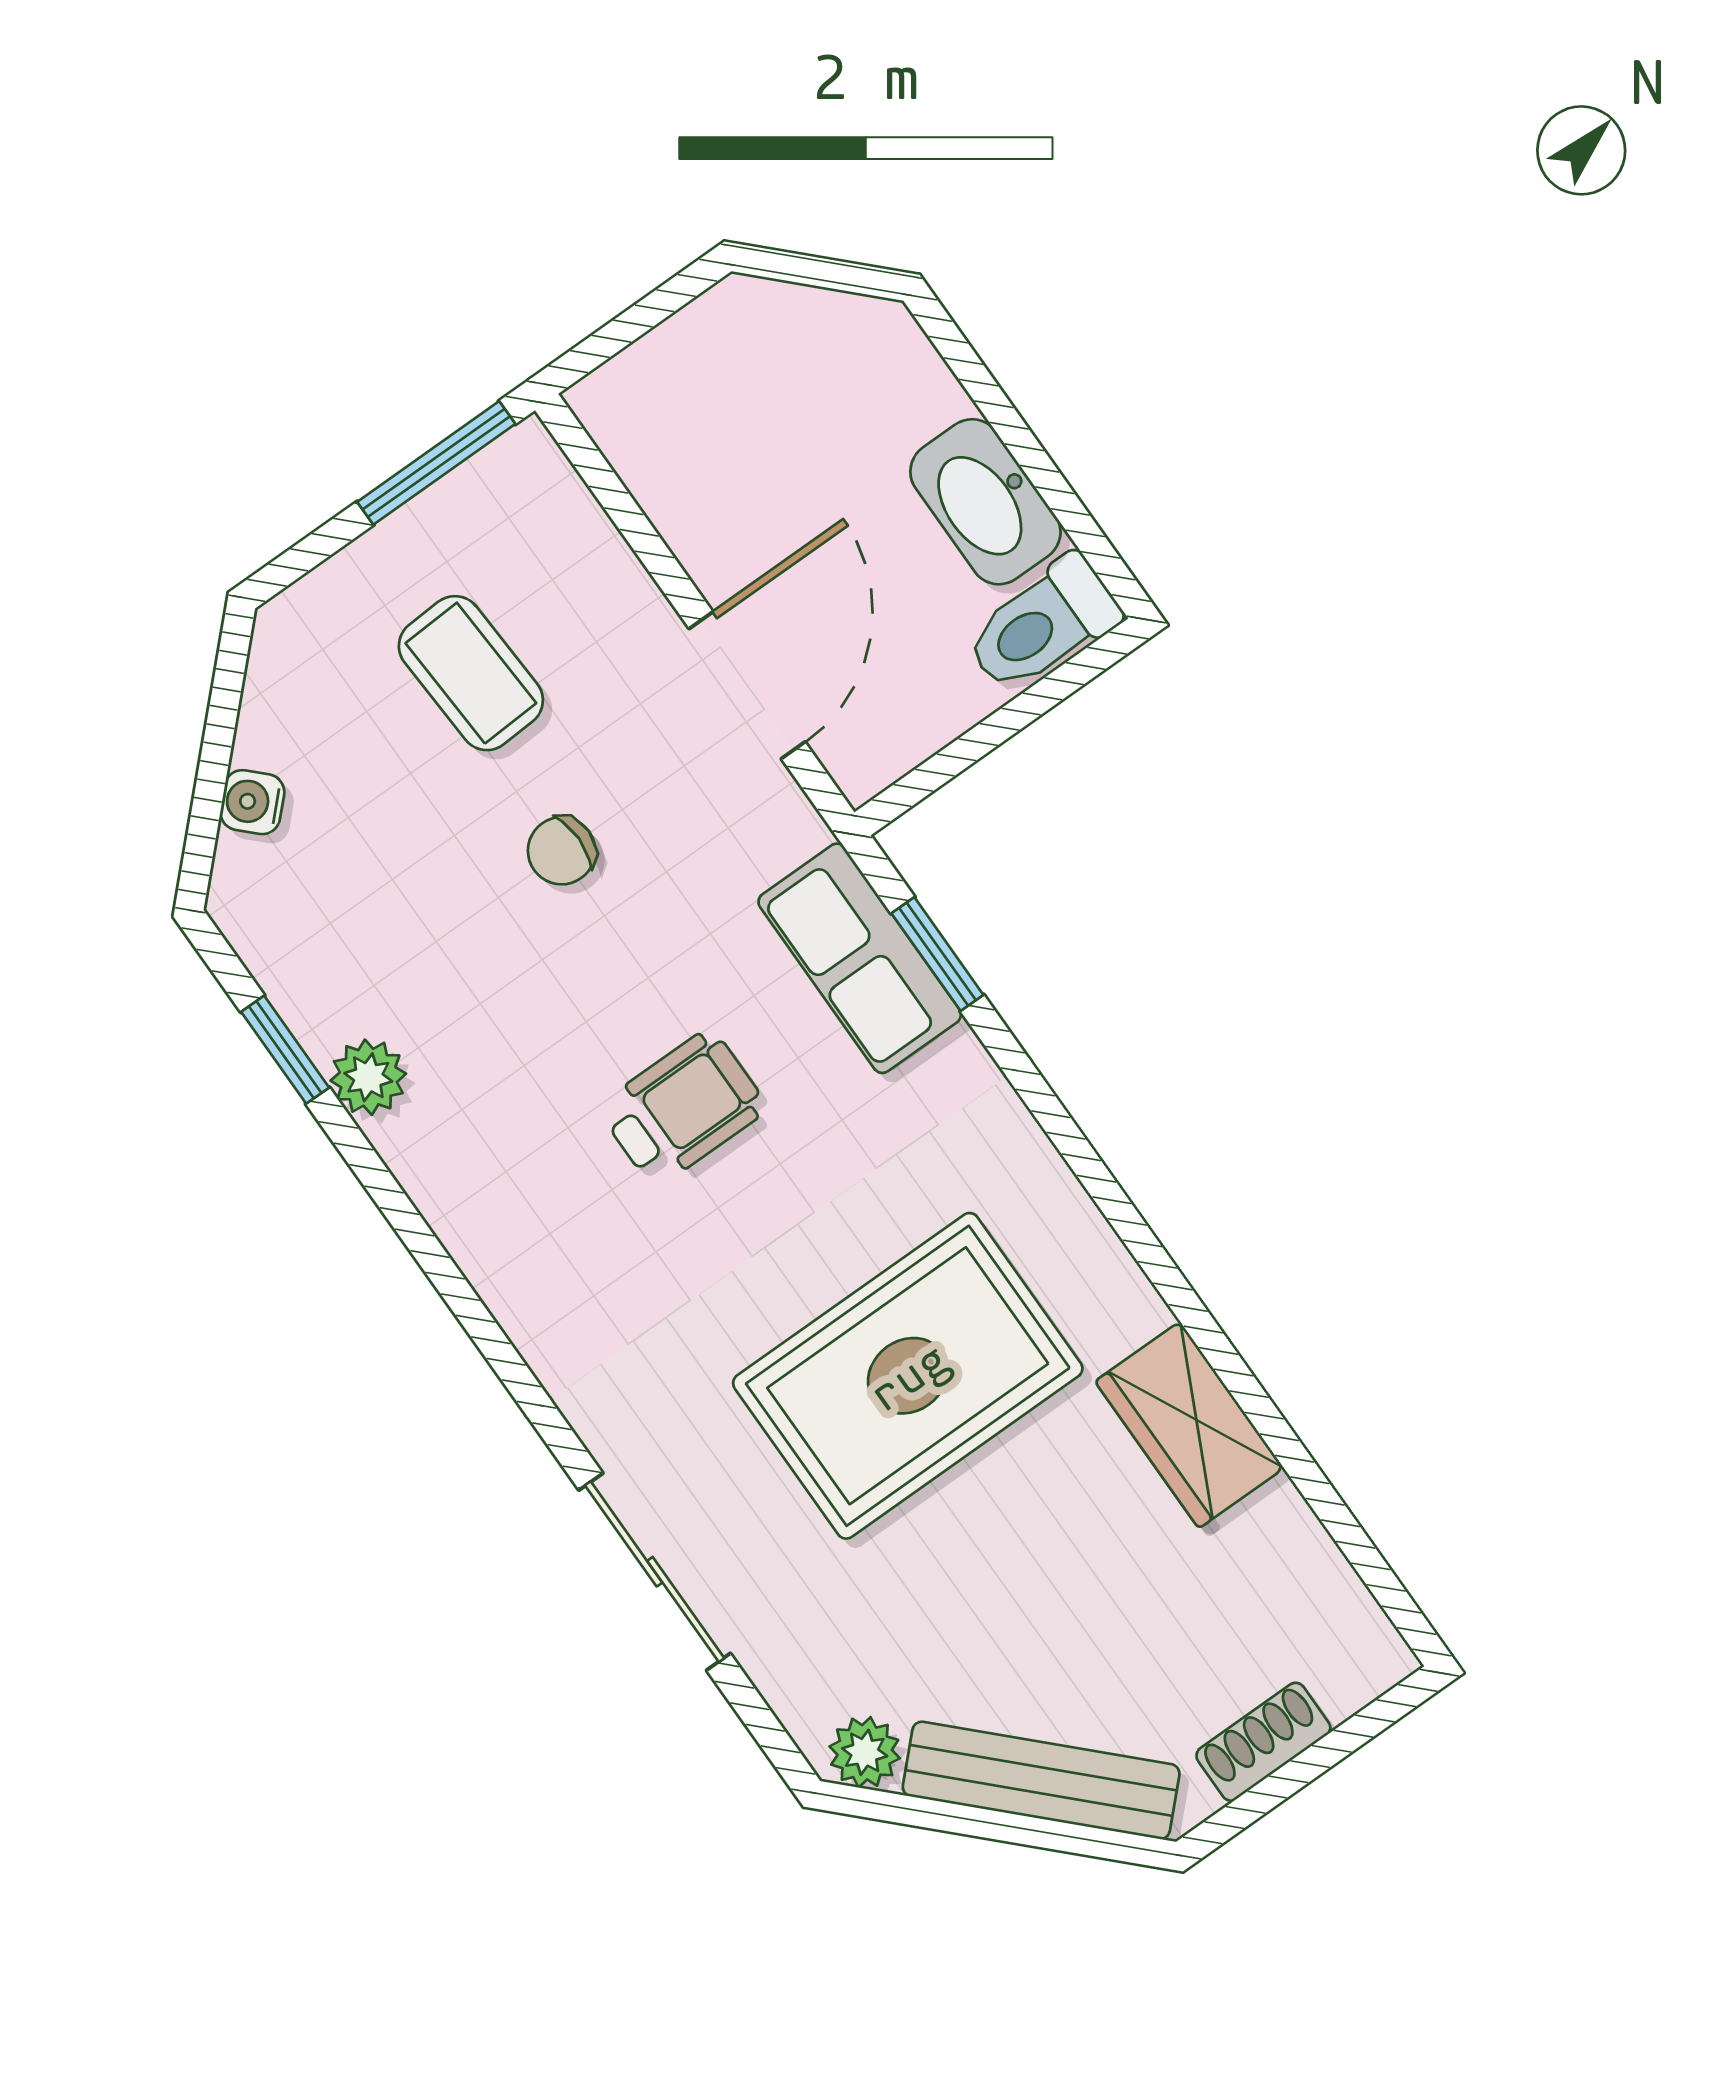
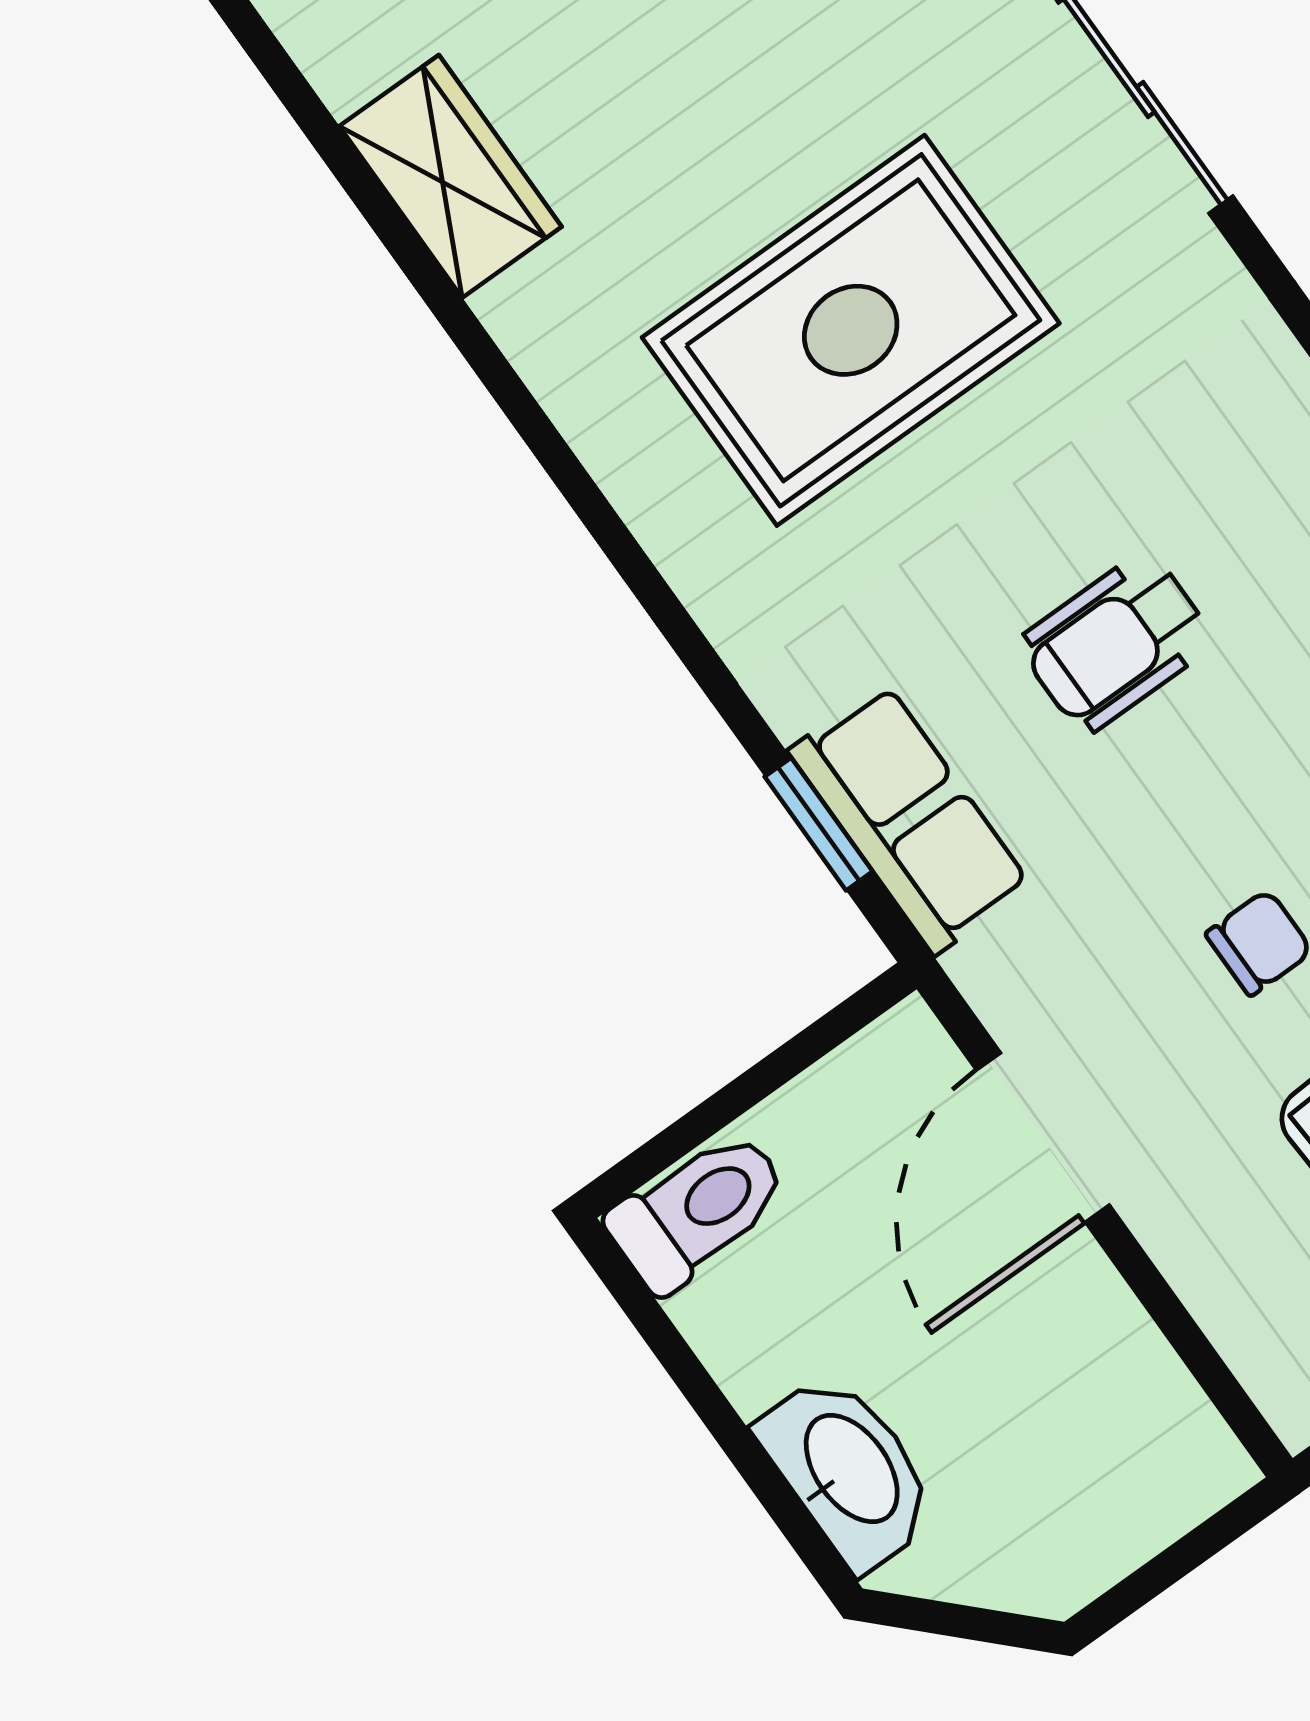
washbasin: (985, 502) -> (849, 1471), moved
wardrobe: (1189, 1425) -> (450, 176), moved

